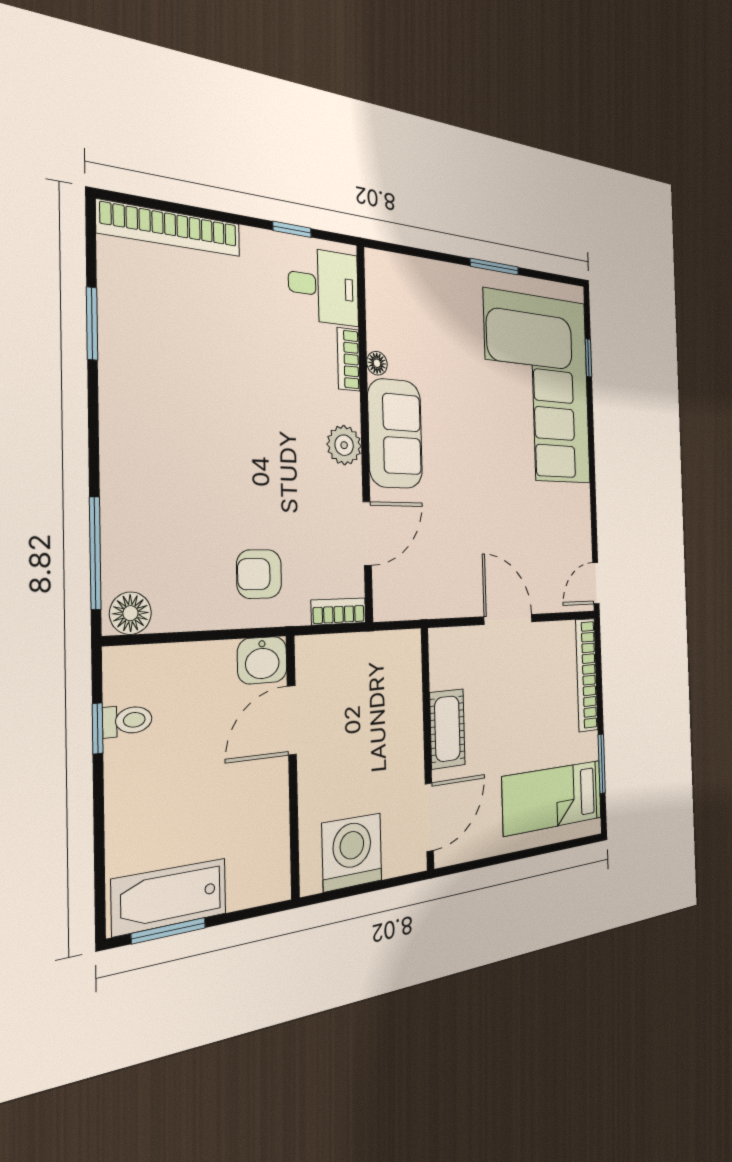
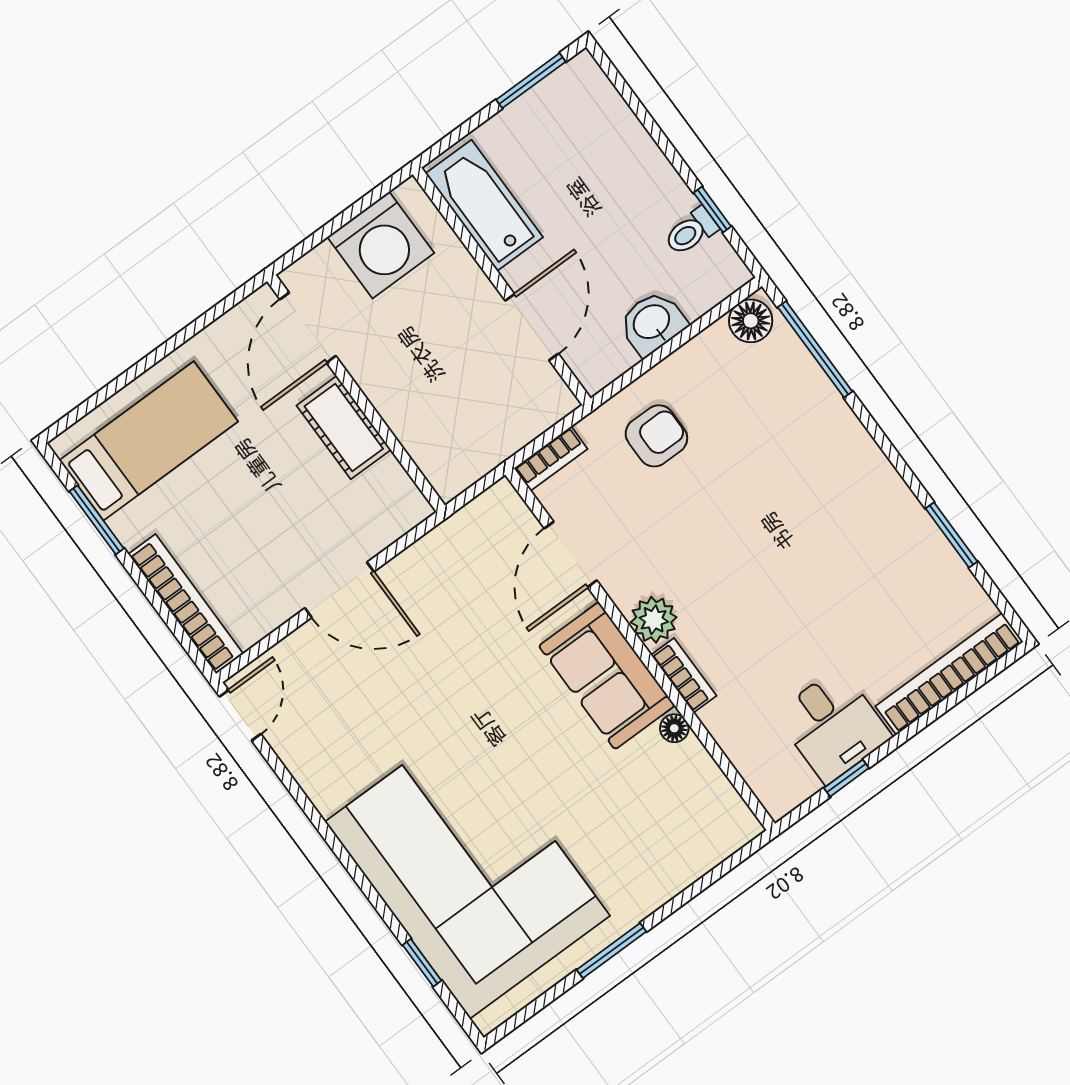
desk: (324, 286) -> (833, 725), moved, turned -90
bookcase: (349, 359) -> (684, 675), moved
washbasin: (262, 660) -> (652, 323), moved
bathtub: (170, 897) -> (484, 205), moved, turned -90

